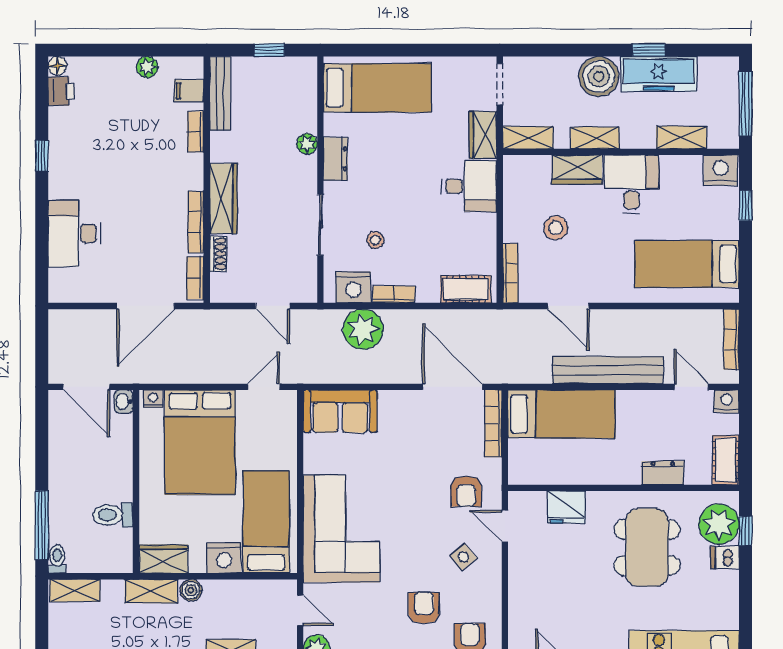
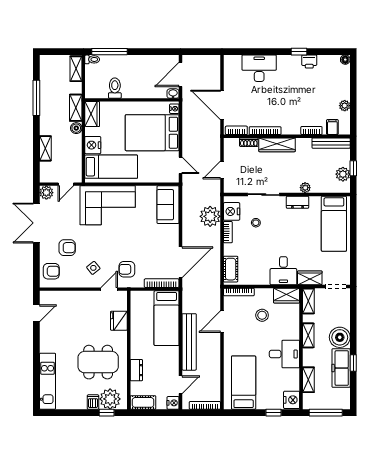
plant: (281, 70) -> (343, 174), added
printer: (61, 91) -> (309, 62), moved
wardrobe: (577, 170) -> (287, 296), moved, turned -90

